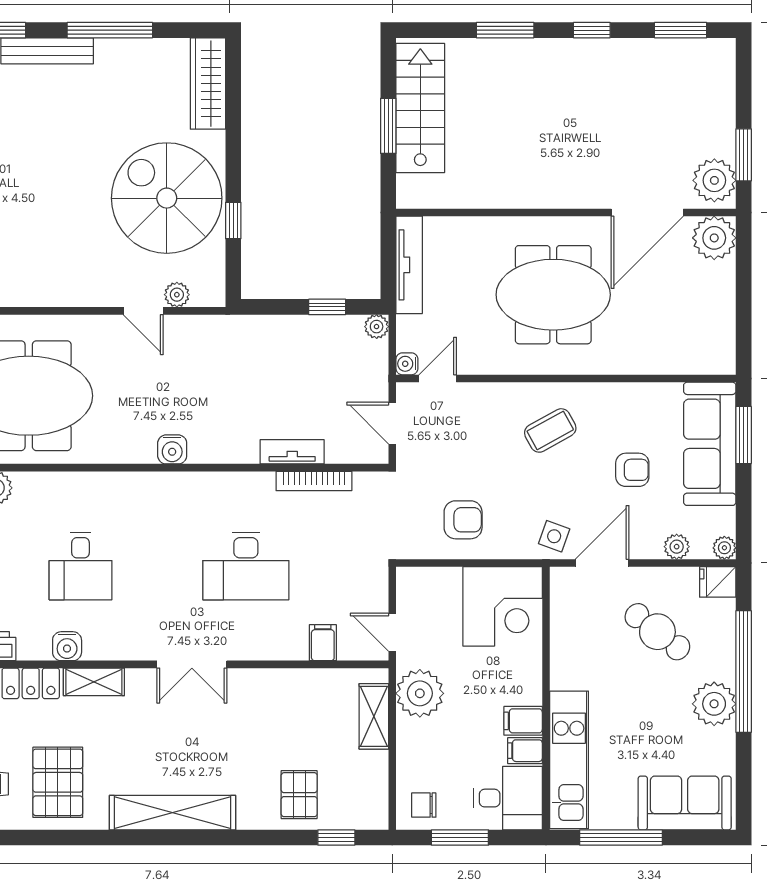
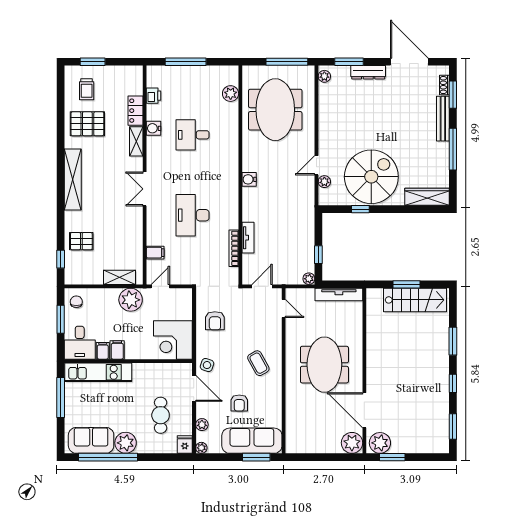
water cooler: (407, 364) -> (291, 293), removed
cafe table: (657, 632) -> (161, 415), turned -38
window: (744, 672) -> (108, 457), moved
sofa: (685, 803) -> (91, 440), moved, turned -90

